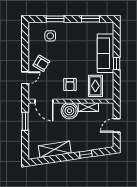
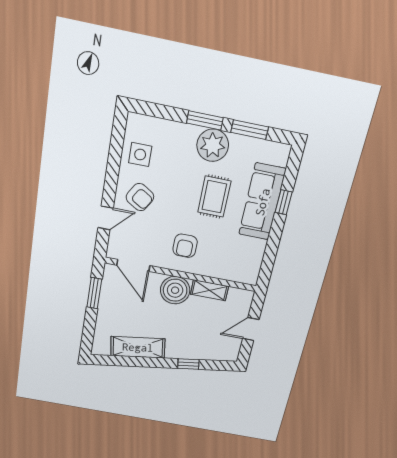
window: (55, 19) -> (205, 120), moved
plant: (74, 30) -> (213, 145), added
side table: (50, 36) -> (140, 155), moved
window: (117, 63) -> (284, 202), moved
rug: (95, 86) -> (214, 197), moved

